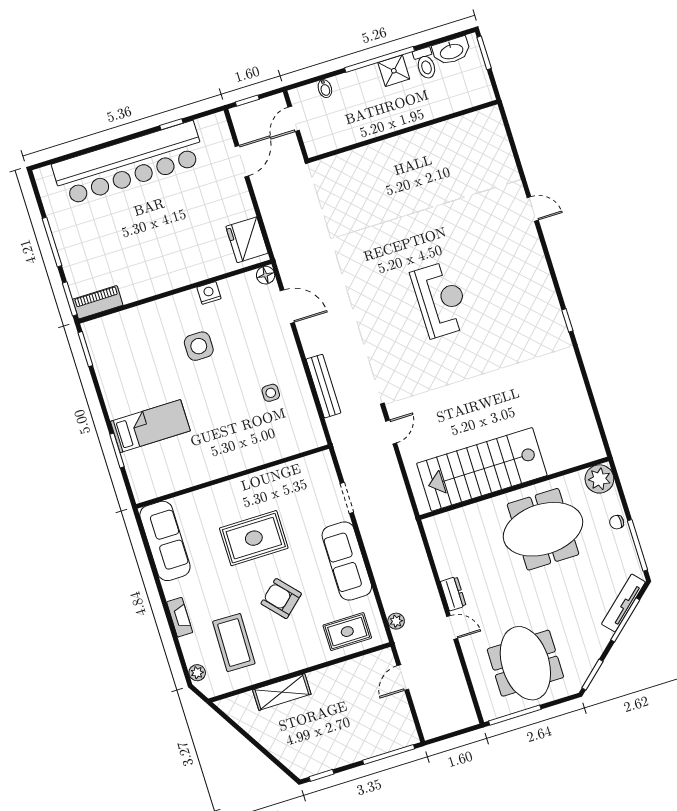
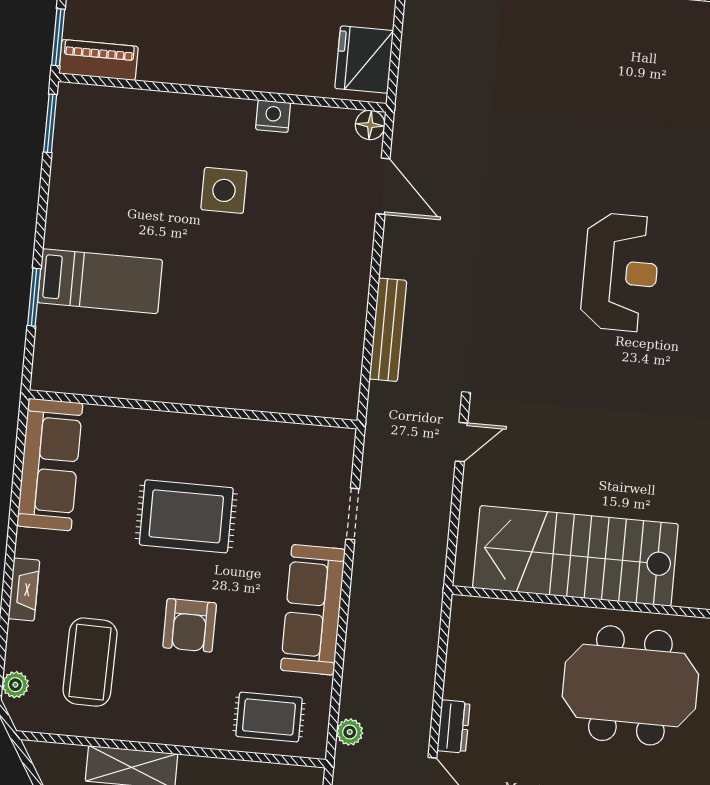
side table: (271, 393) -> (304, 307), removed
armchair: (281, 599) -> (190, 625), turned -138

